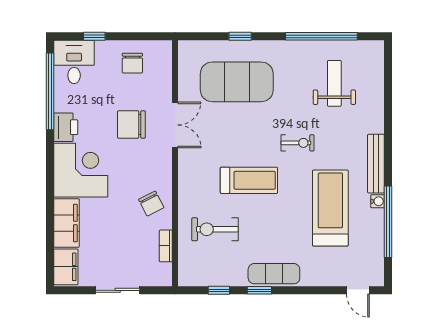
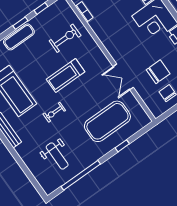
chair: (131, 124) -> (158, 72), moved
chair: (151, 204) -> (107, 28), removed

